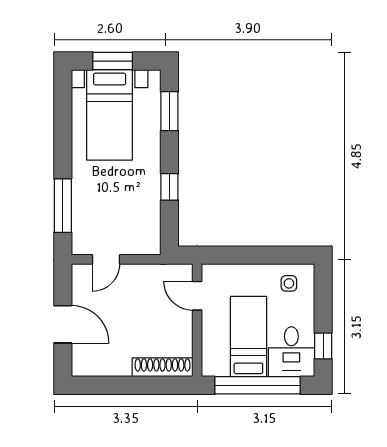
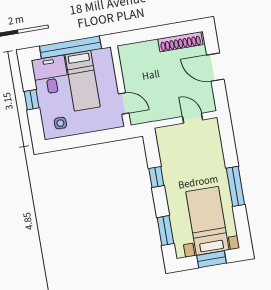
window: (63, 206) -> (235, 186), moved
door: (106, 259) -> (193, 118), hinge flipped
window: (323, 346) -> (32, 100), moved
shoe rack: (163, 367) -> (180, 42), moved

